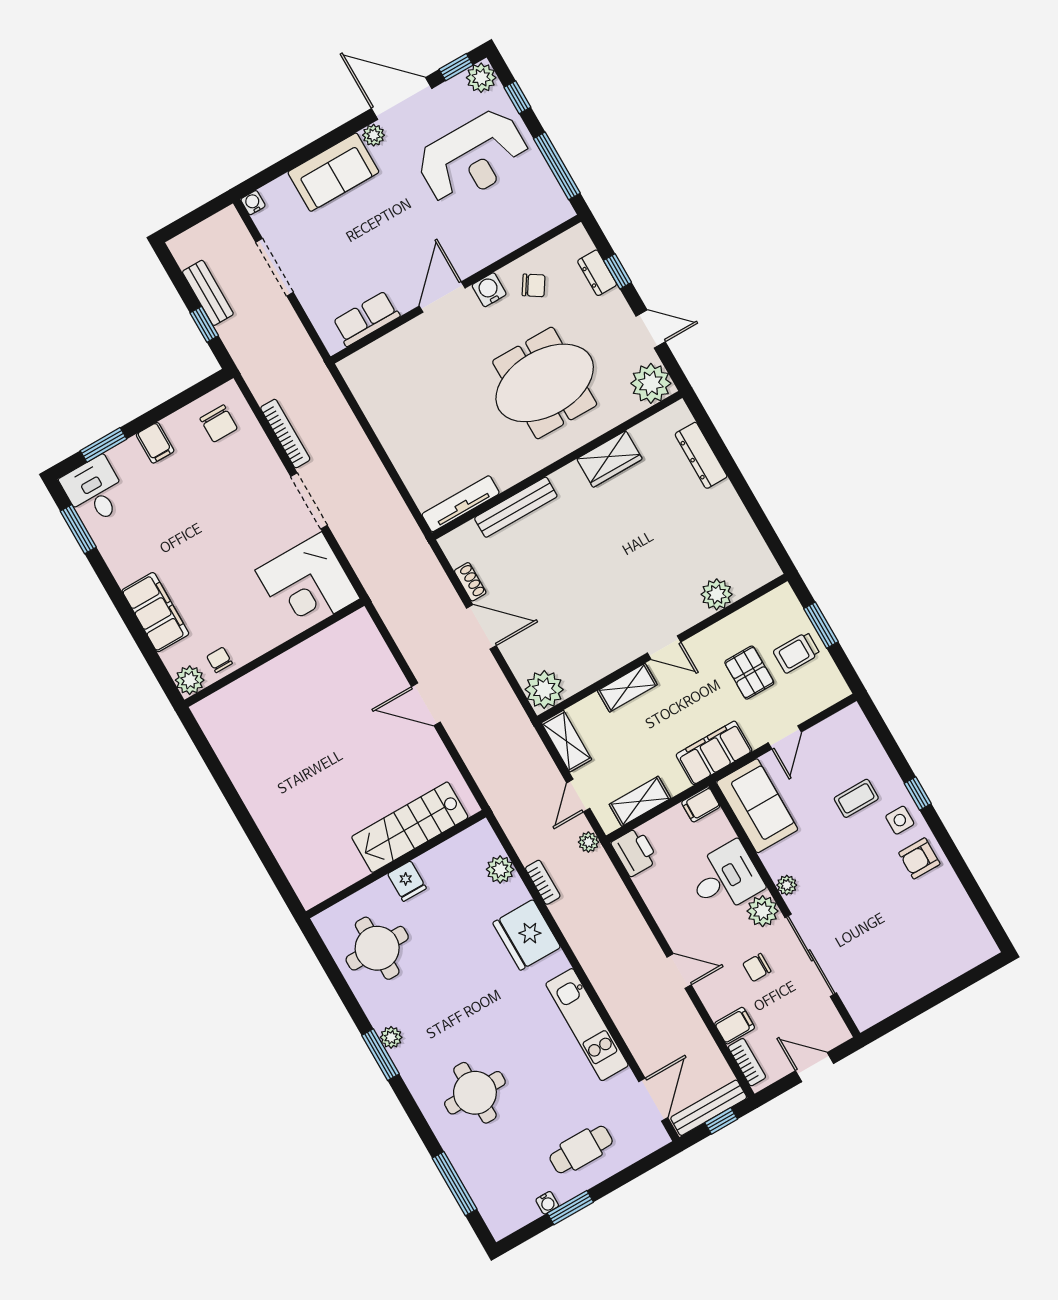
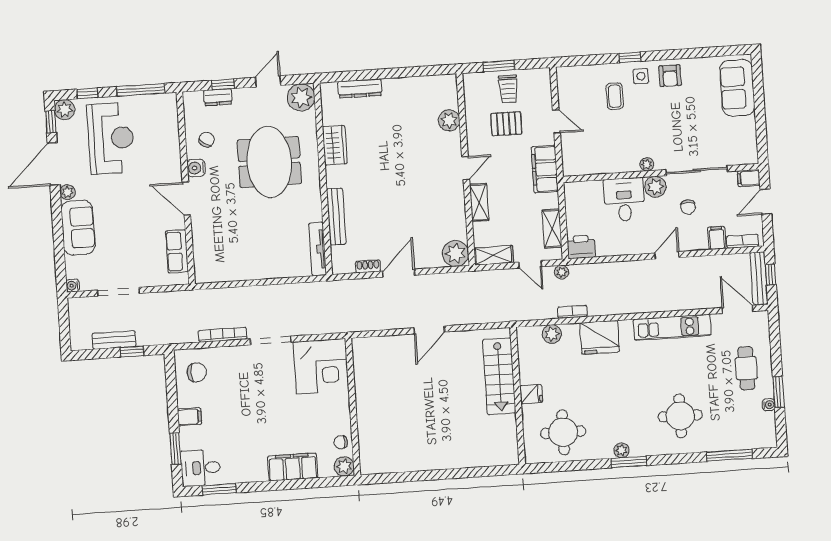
filing cabinet: (701, 804) -> (749, 178), moved, turned 90
sofa: (757, 806) -> (737, 88), moved, turned -90

